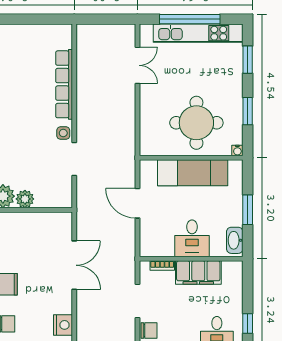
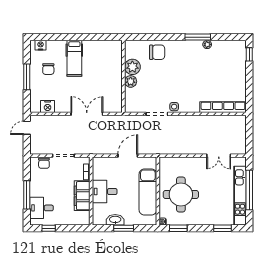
row of seats: (64, 84) -> (223, 107), moved
window: (248, 111) -> (178, 228), moved
washbasin: (235, 240) -> (115, 220), moved
double door: (74, 265) -> (87, 114), swing flipped

